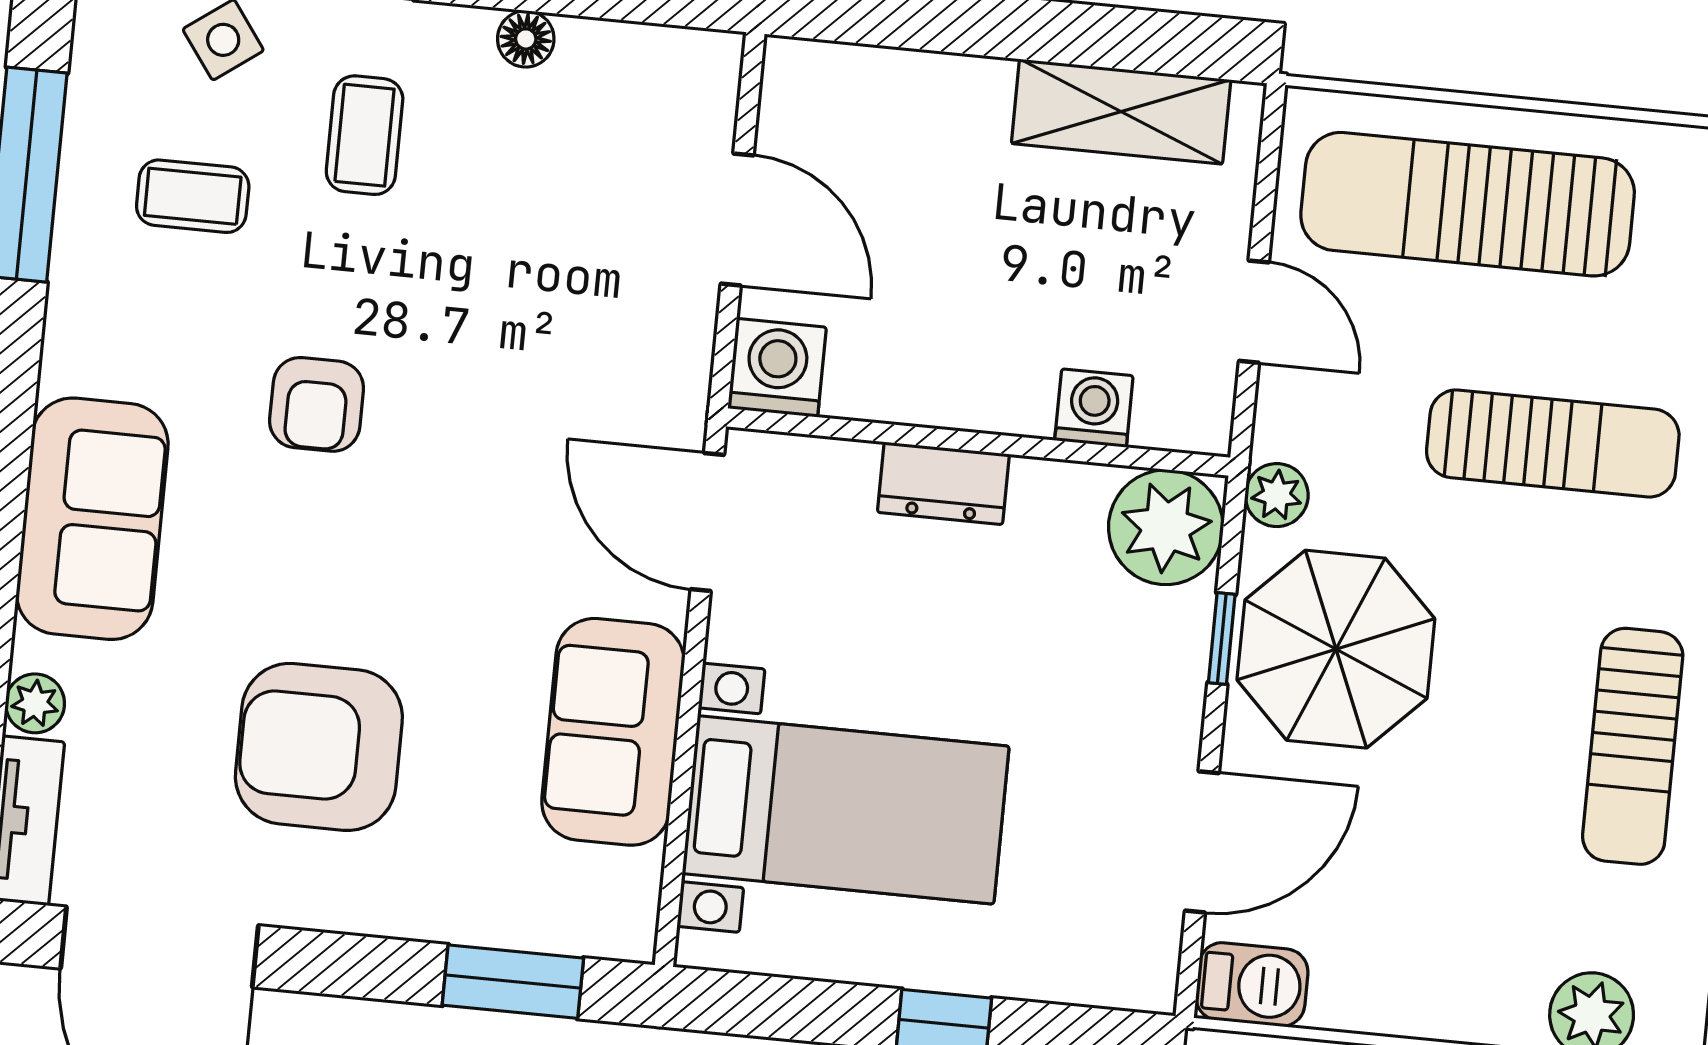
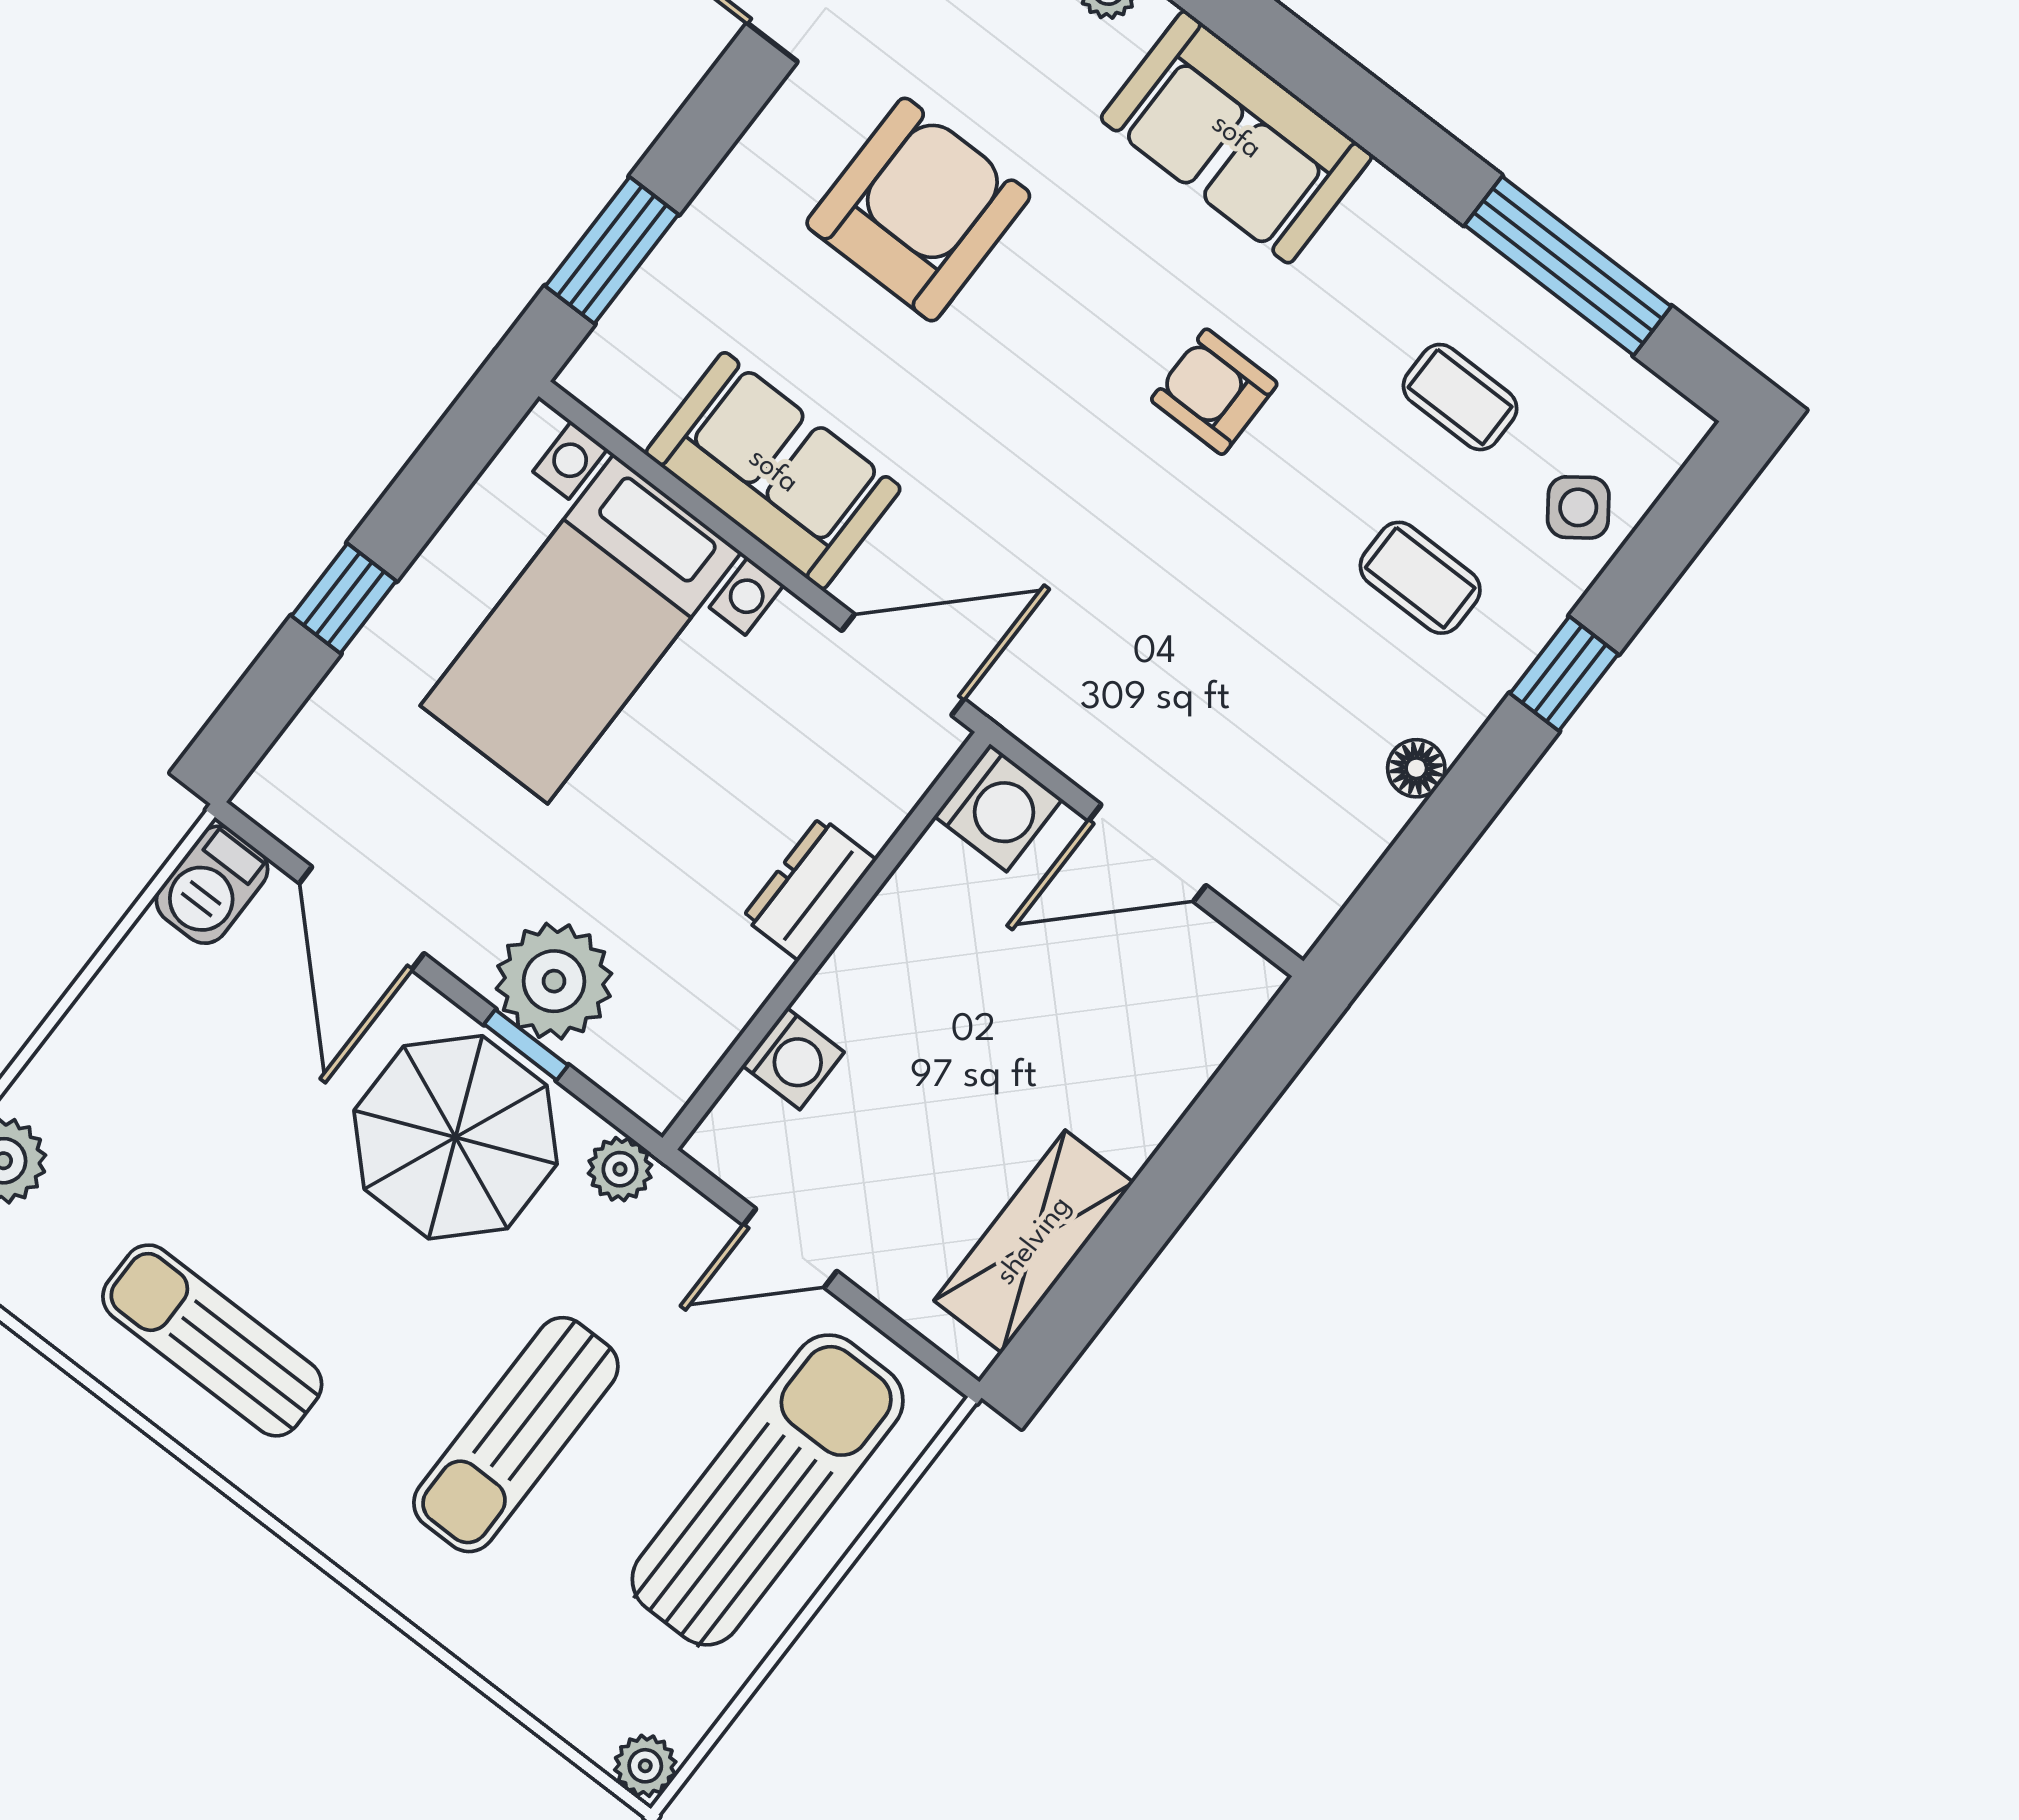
coffee table: (193, 196) -> (1460, 397), turned 90
plant: (1166, 527) -> (554, 981), moved

